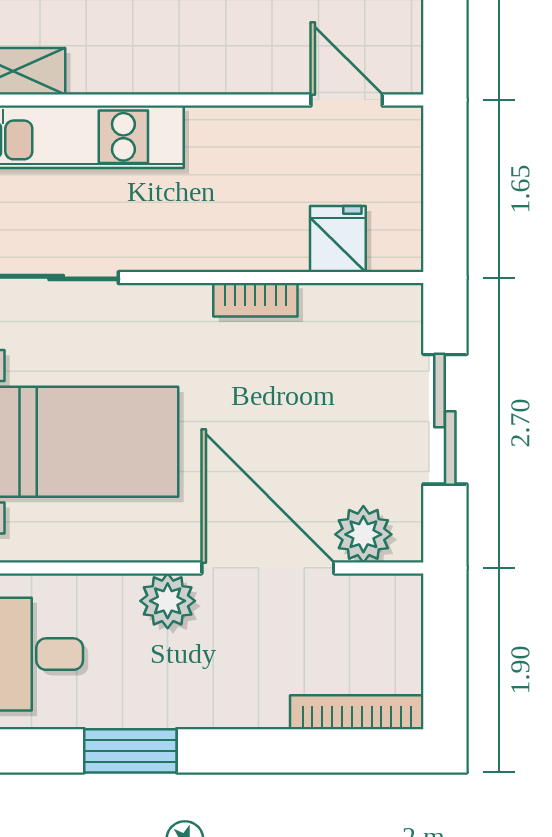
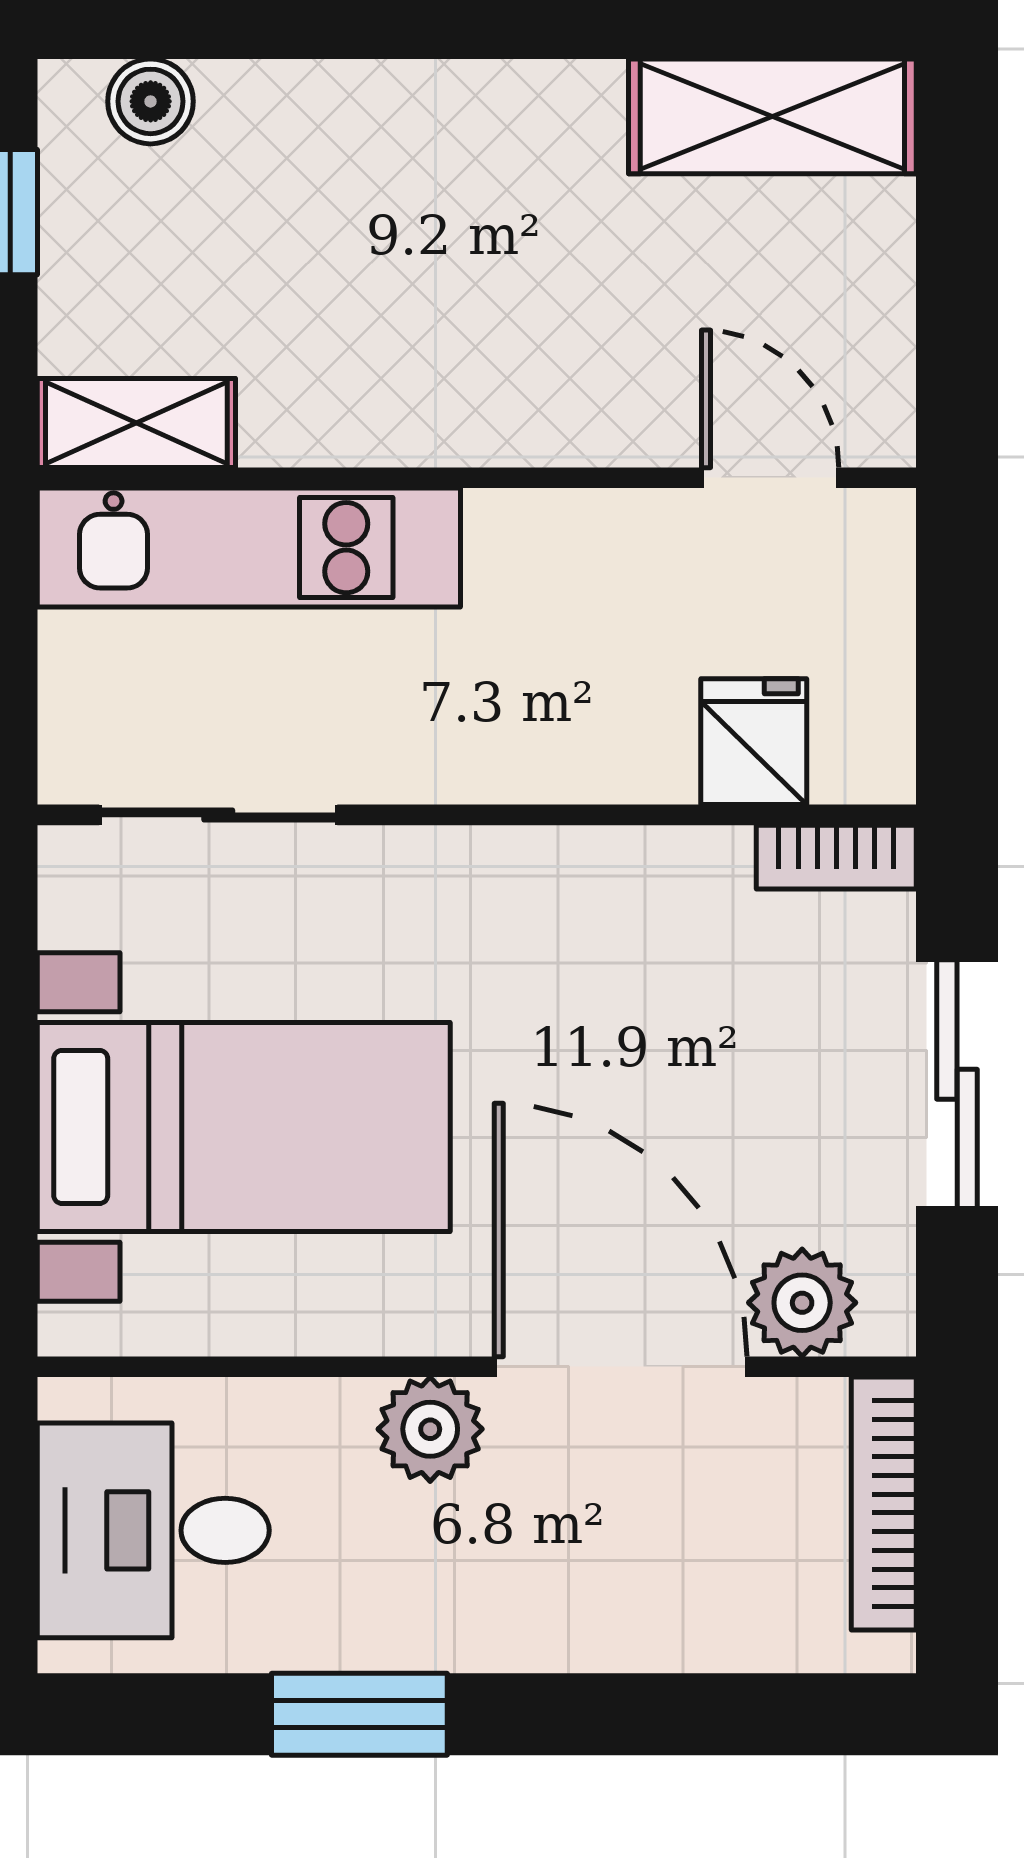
bookcase: (255, 300) -> (836, 857), moved
bookcase: (357, 712) -> (884, 1504), moved, turned -90

